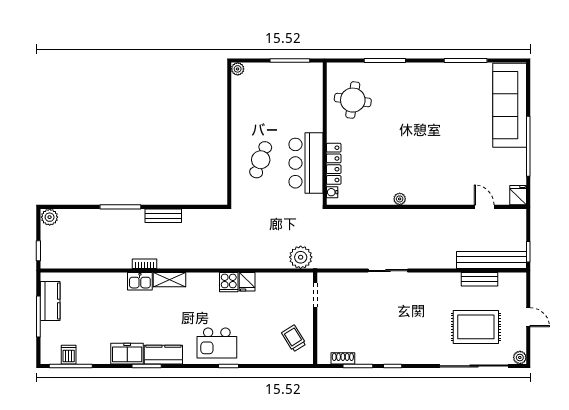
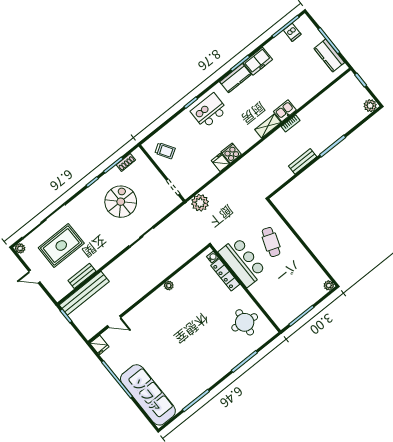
spiral stairs: (380, 323) -> (121, 202), added

